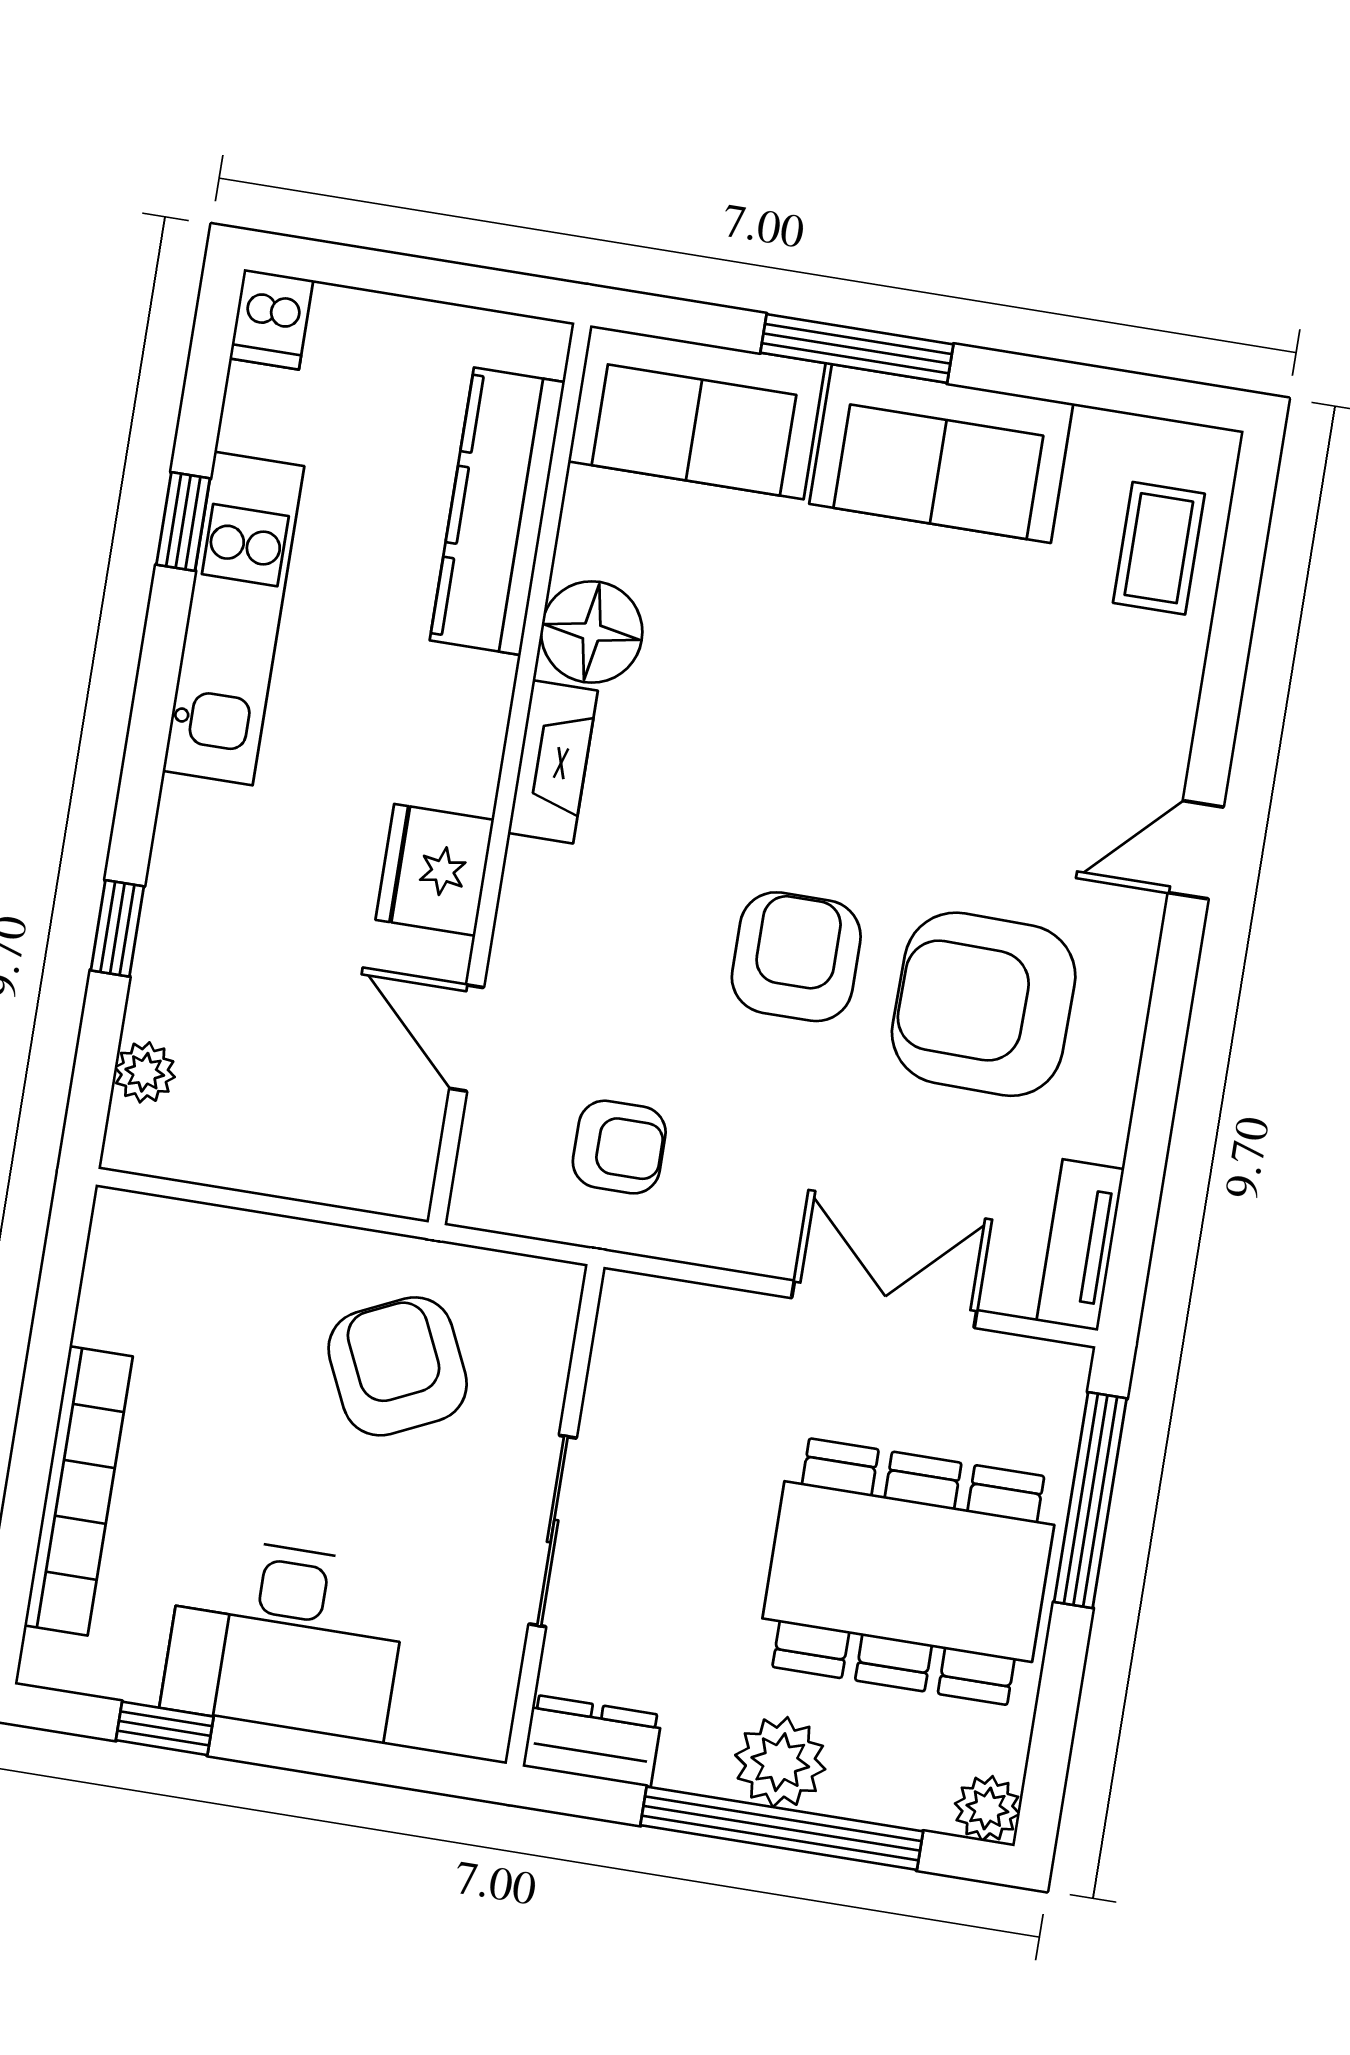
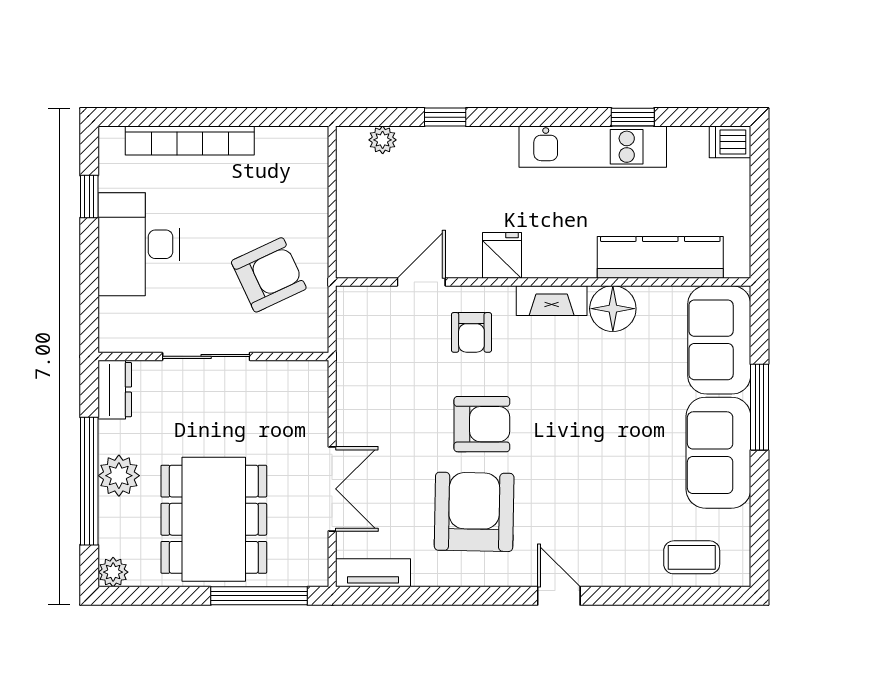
fridge: (435, 870) -> (502, 255), width x0.72
armchair: (619, 1147) -> (471, 332), moved

